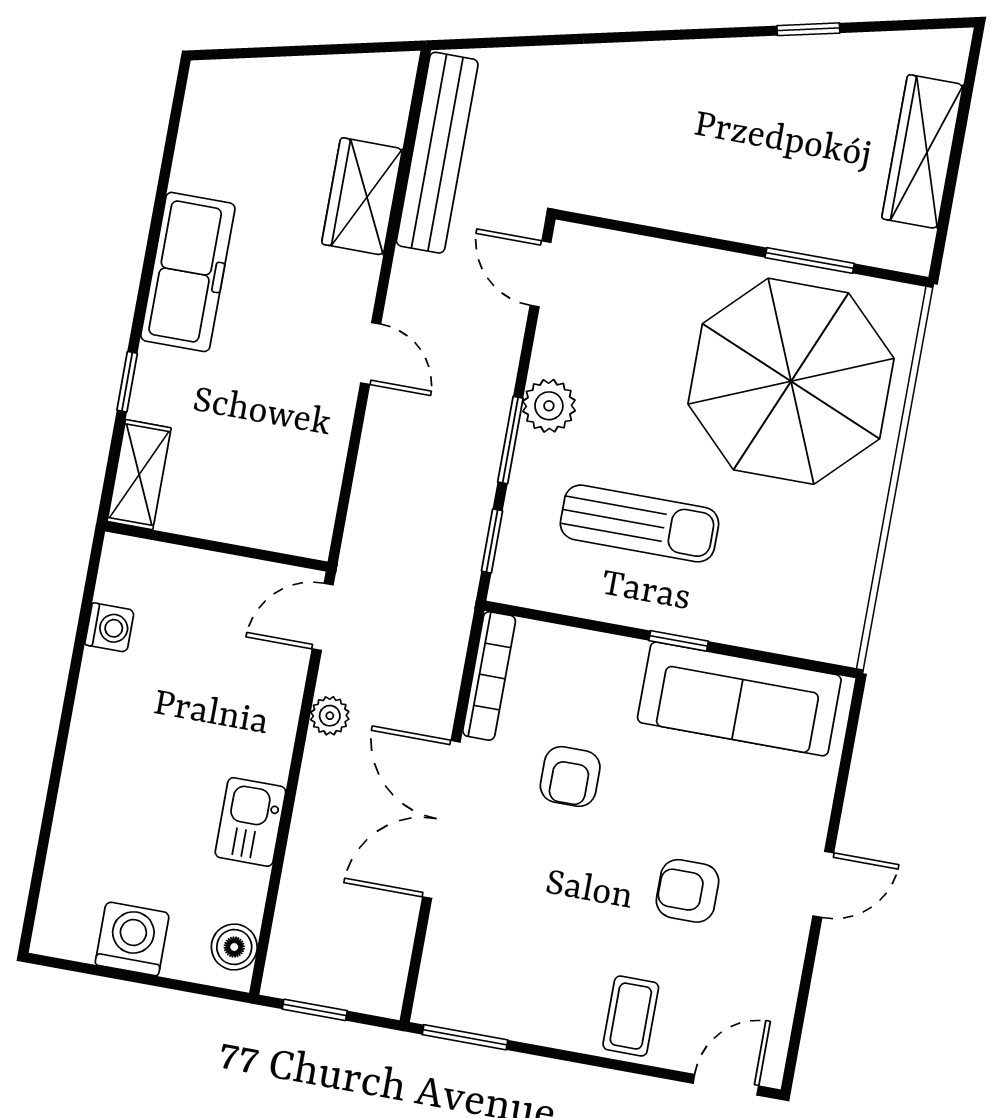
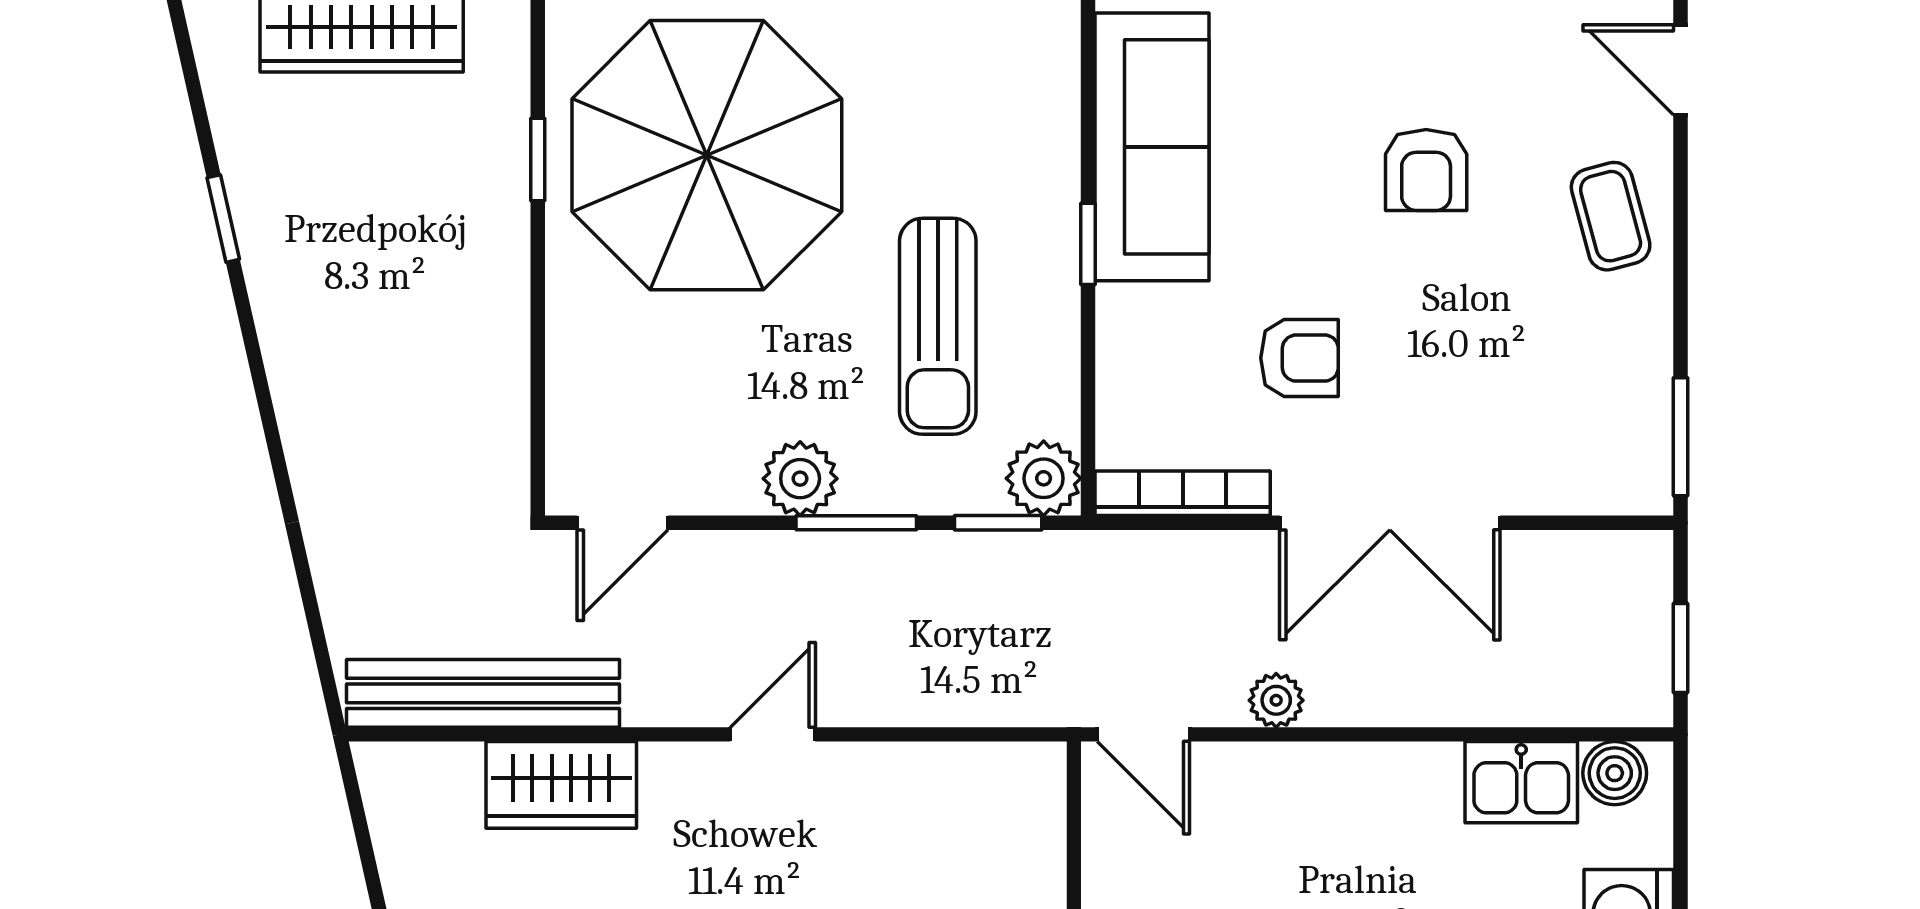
window: (810, 261) -> (538, 160), width x0.67
sun lounger: (639, 523) -> (938, 326), turned 180
plant: (518, 579) -> (1044, 478), added
kitchen sink: (250, 822) -> (1521, 782), moved
coffee table: (631, 1016) -> (1611, 216), turned 75

